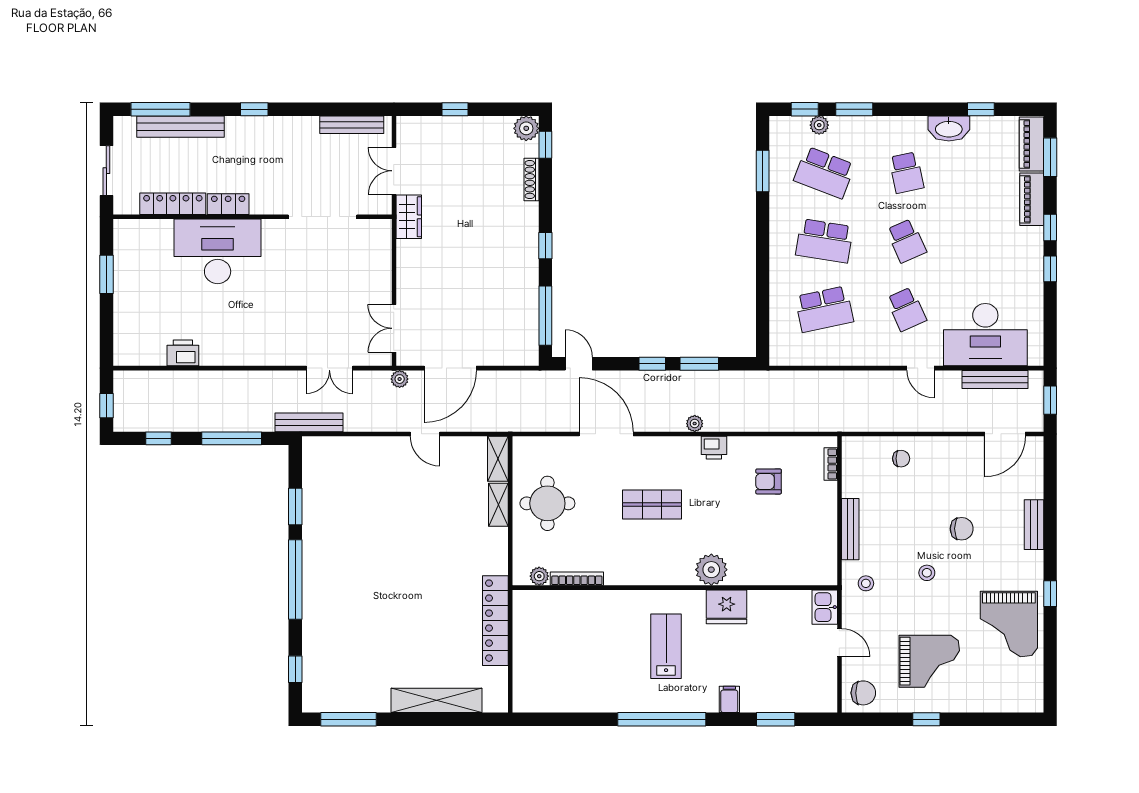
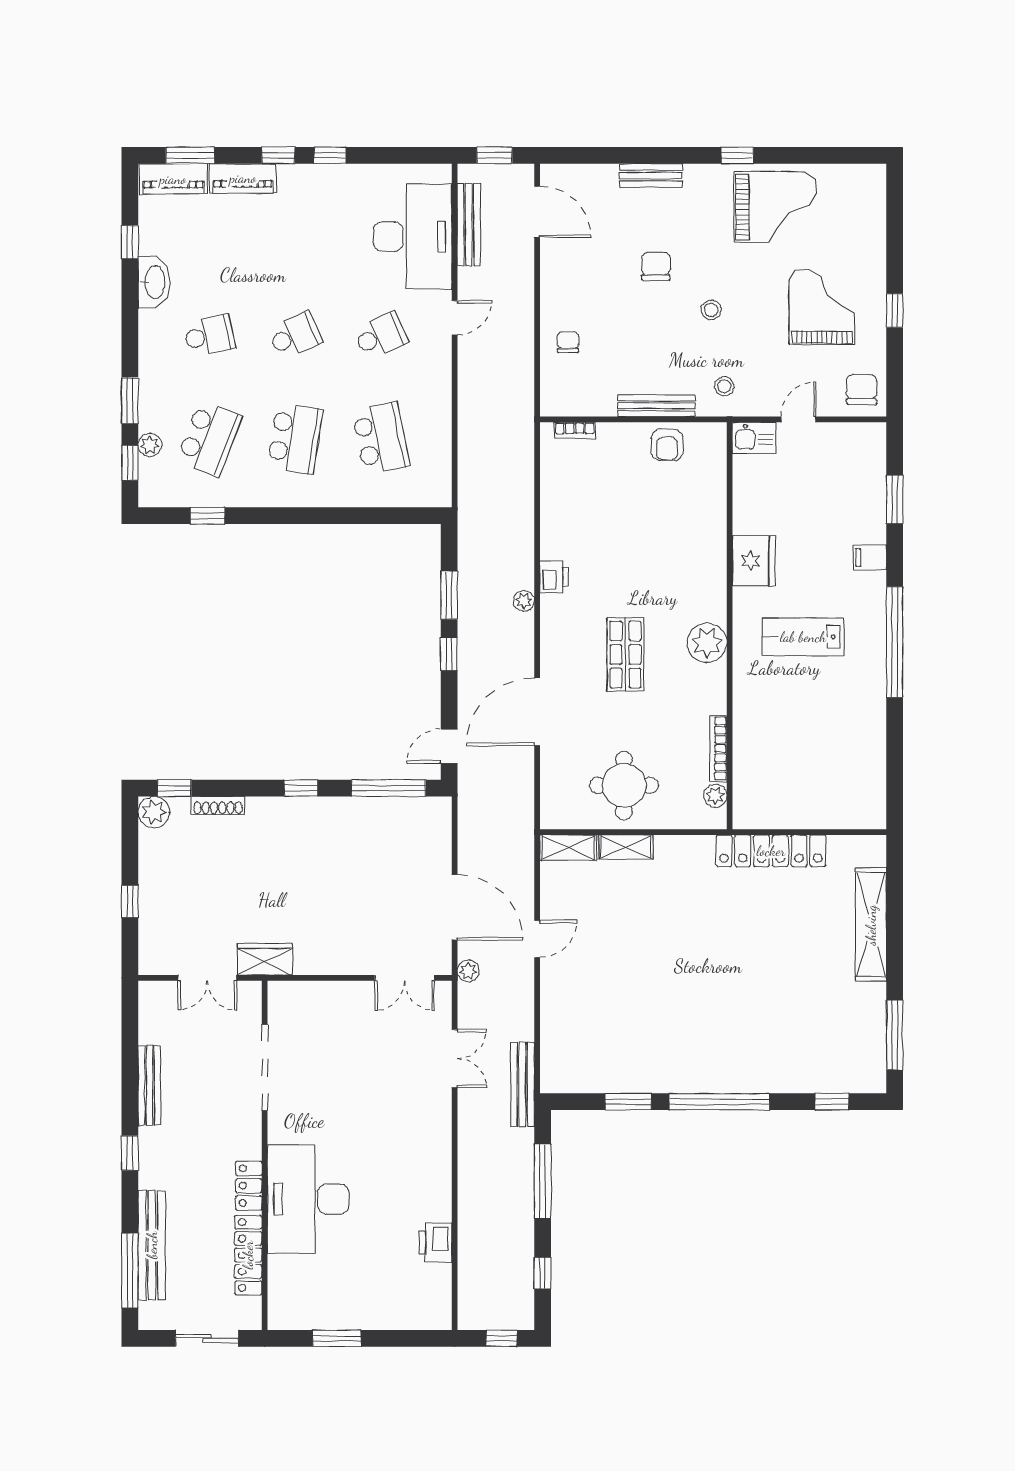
bench: (352, 125) -> (149, 1085), moved
window: (763, 171) -> (207, 516), width x0.67
armchair: (769, 481) -> (667, 445), moved
plant: (711, 570) -> (707, 643), moved

